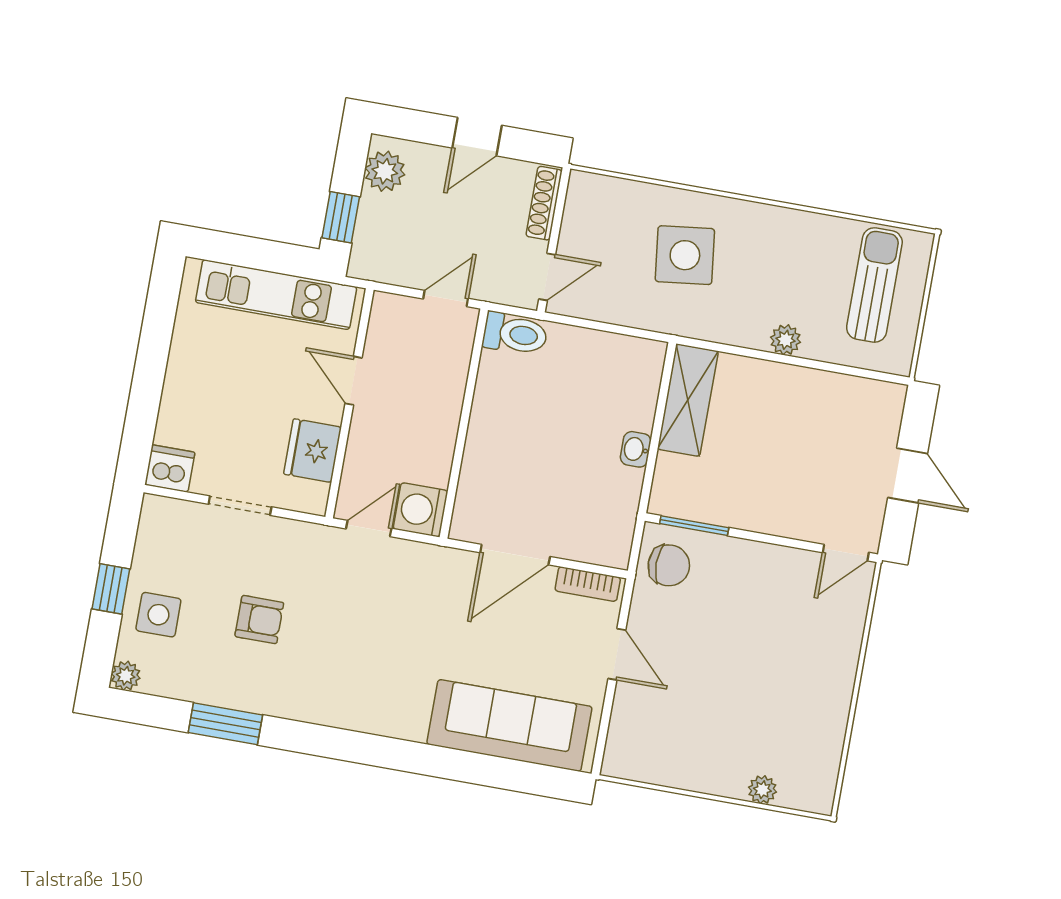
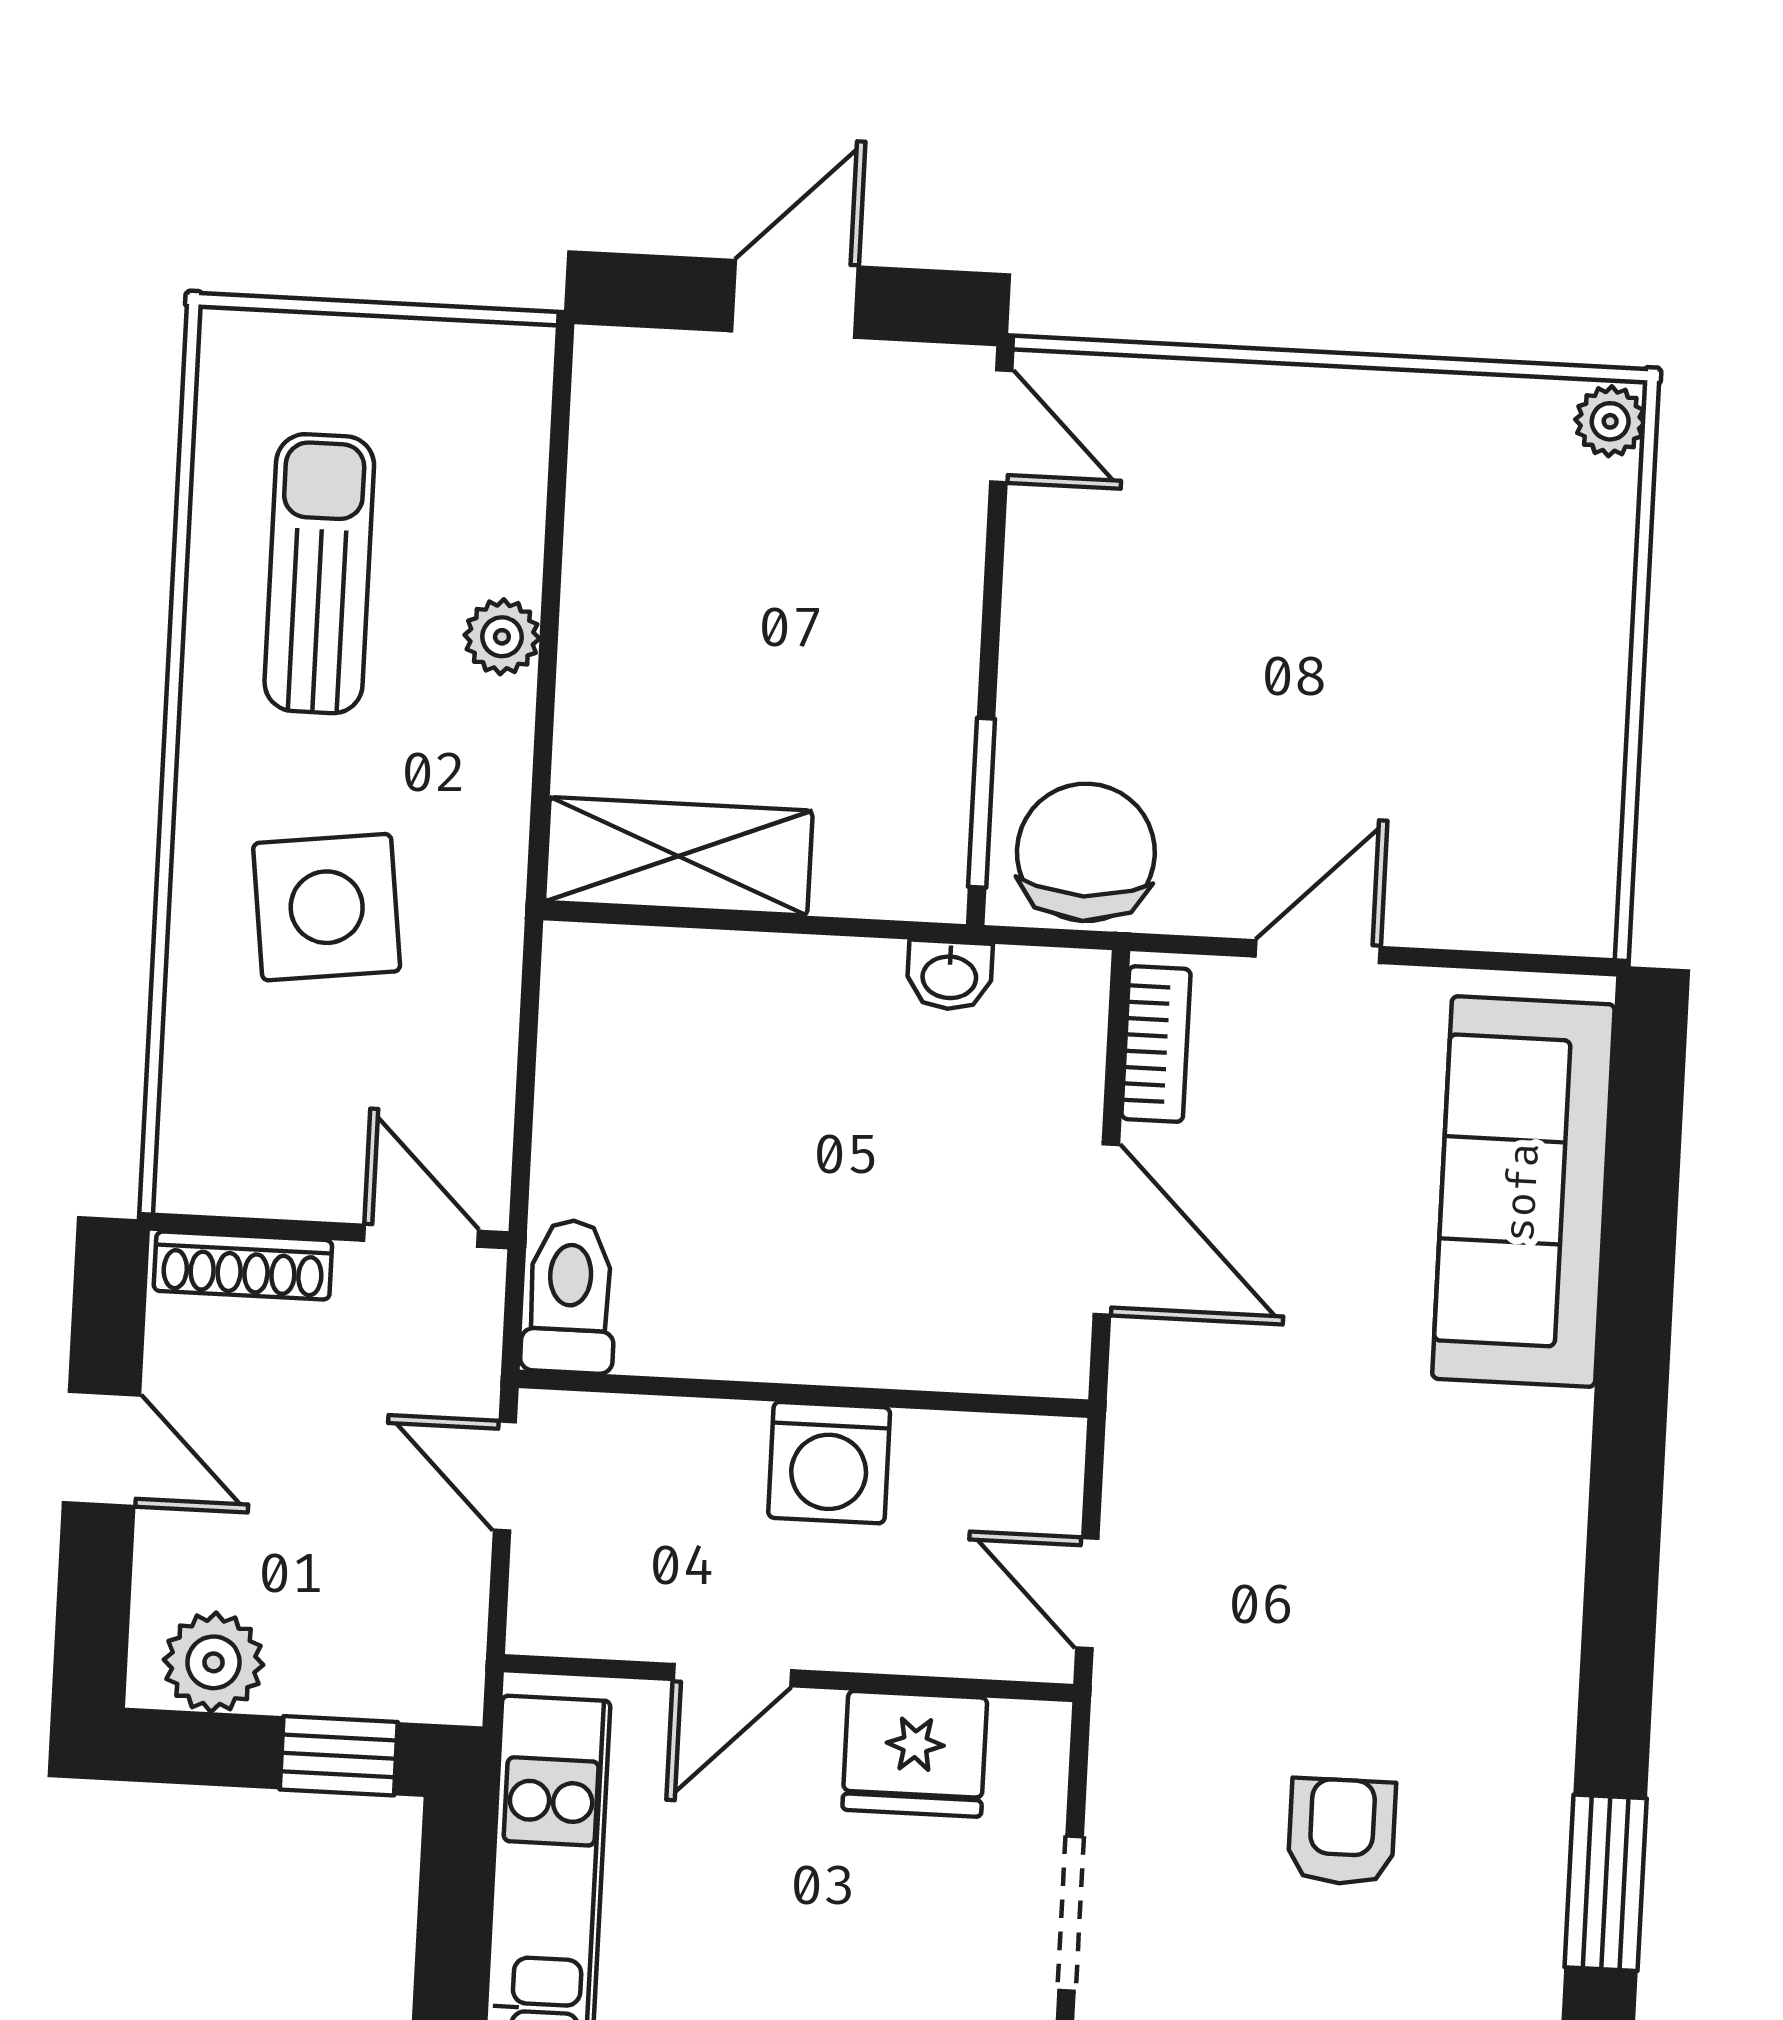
sun lounger: (874, 285) -> (319, 574), moved, turned 90
washbasin: (636, 449) -> (949, 975), moved
washing machine: (421, 510) -> (829, 1463), moved
chair: (669, 565) -> (1086, 852), width x1.37, depth x1.37
plant: (762, 790) -> (1610, 421), moved

